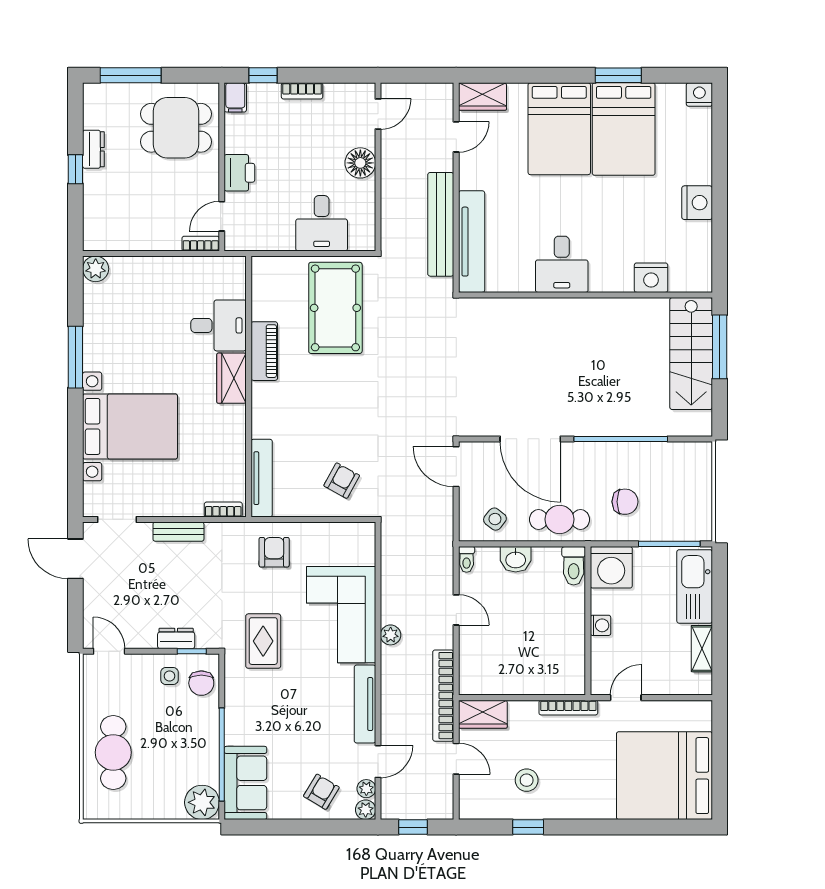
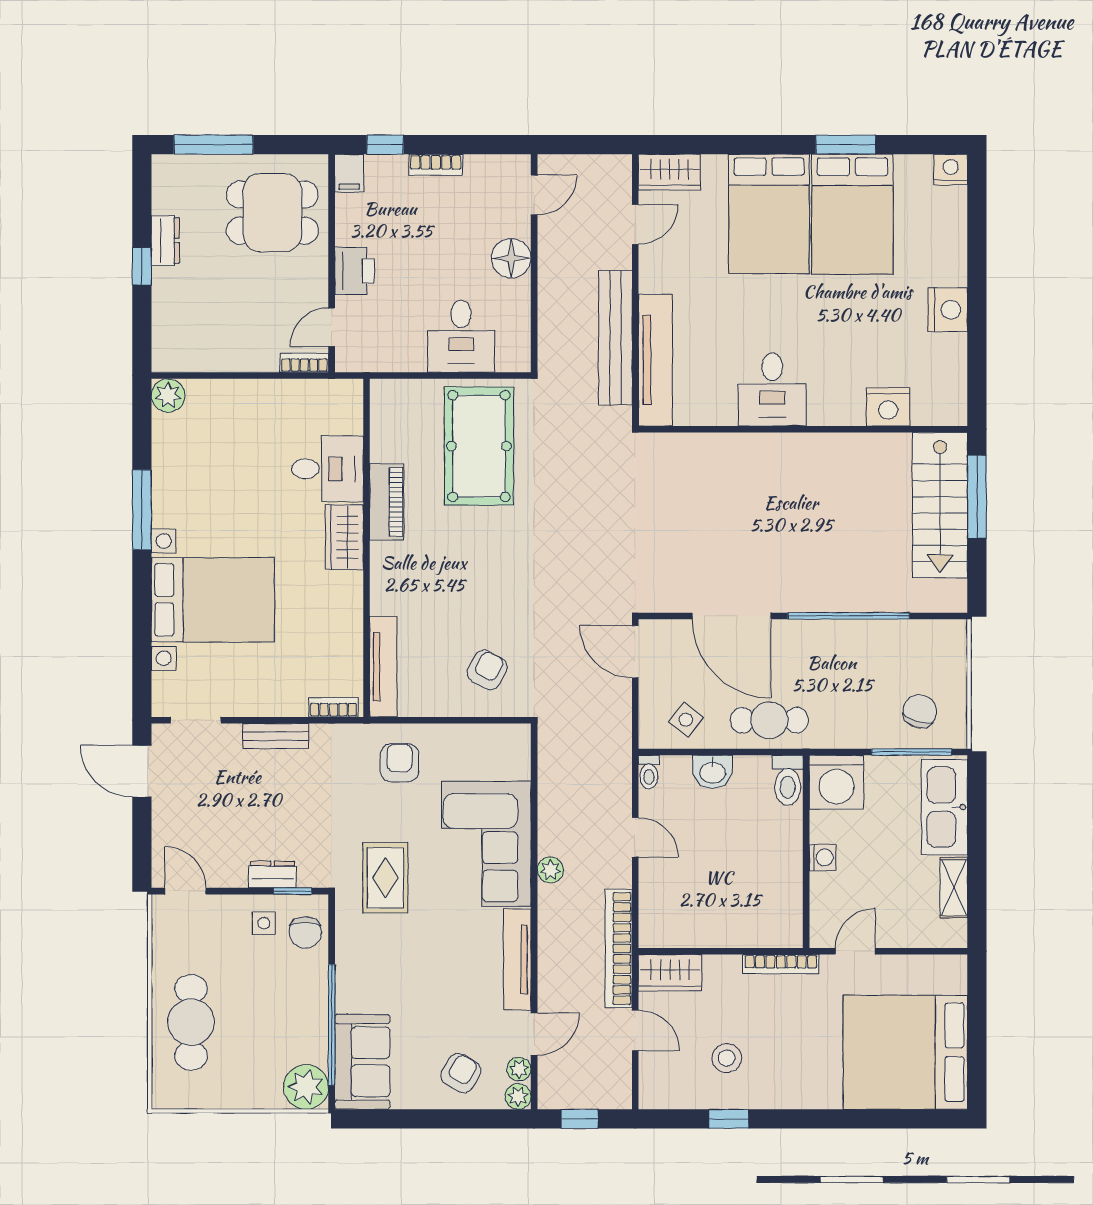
chair: (625, 502) -> (920, 711), moved, turned -72

